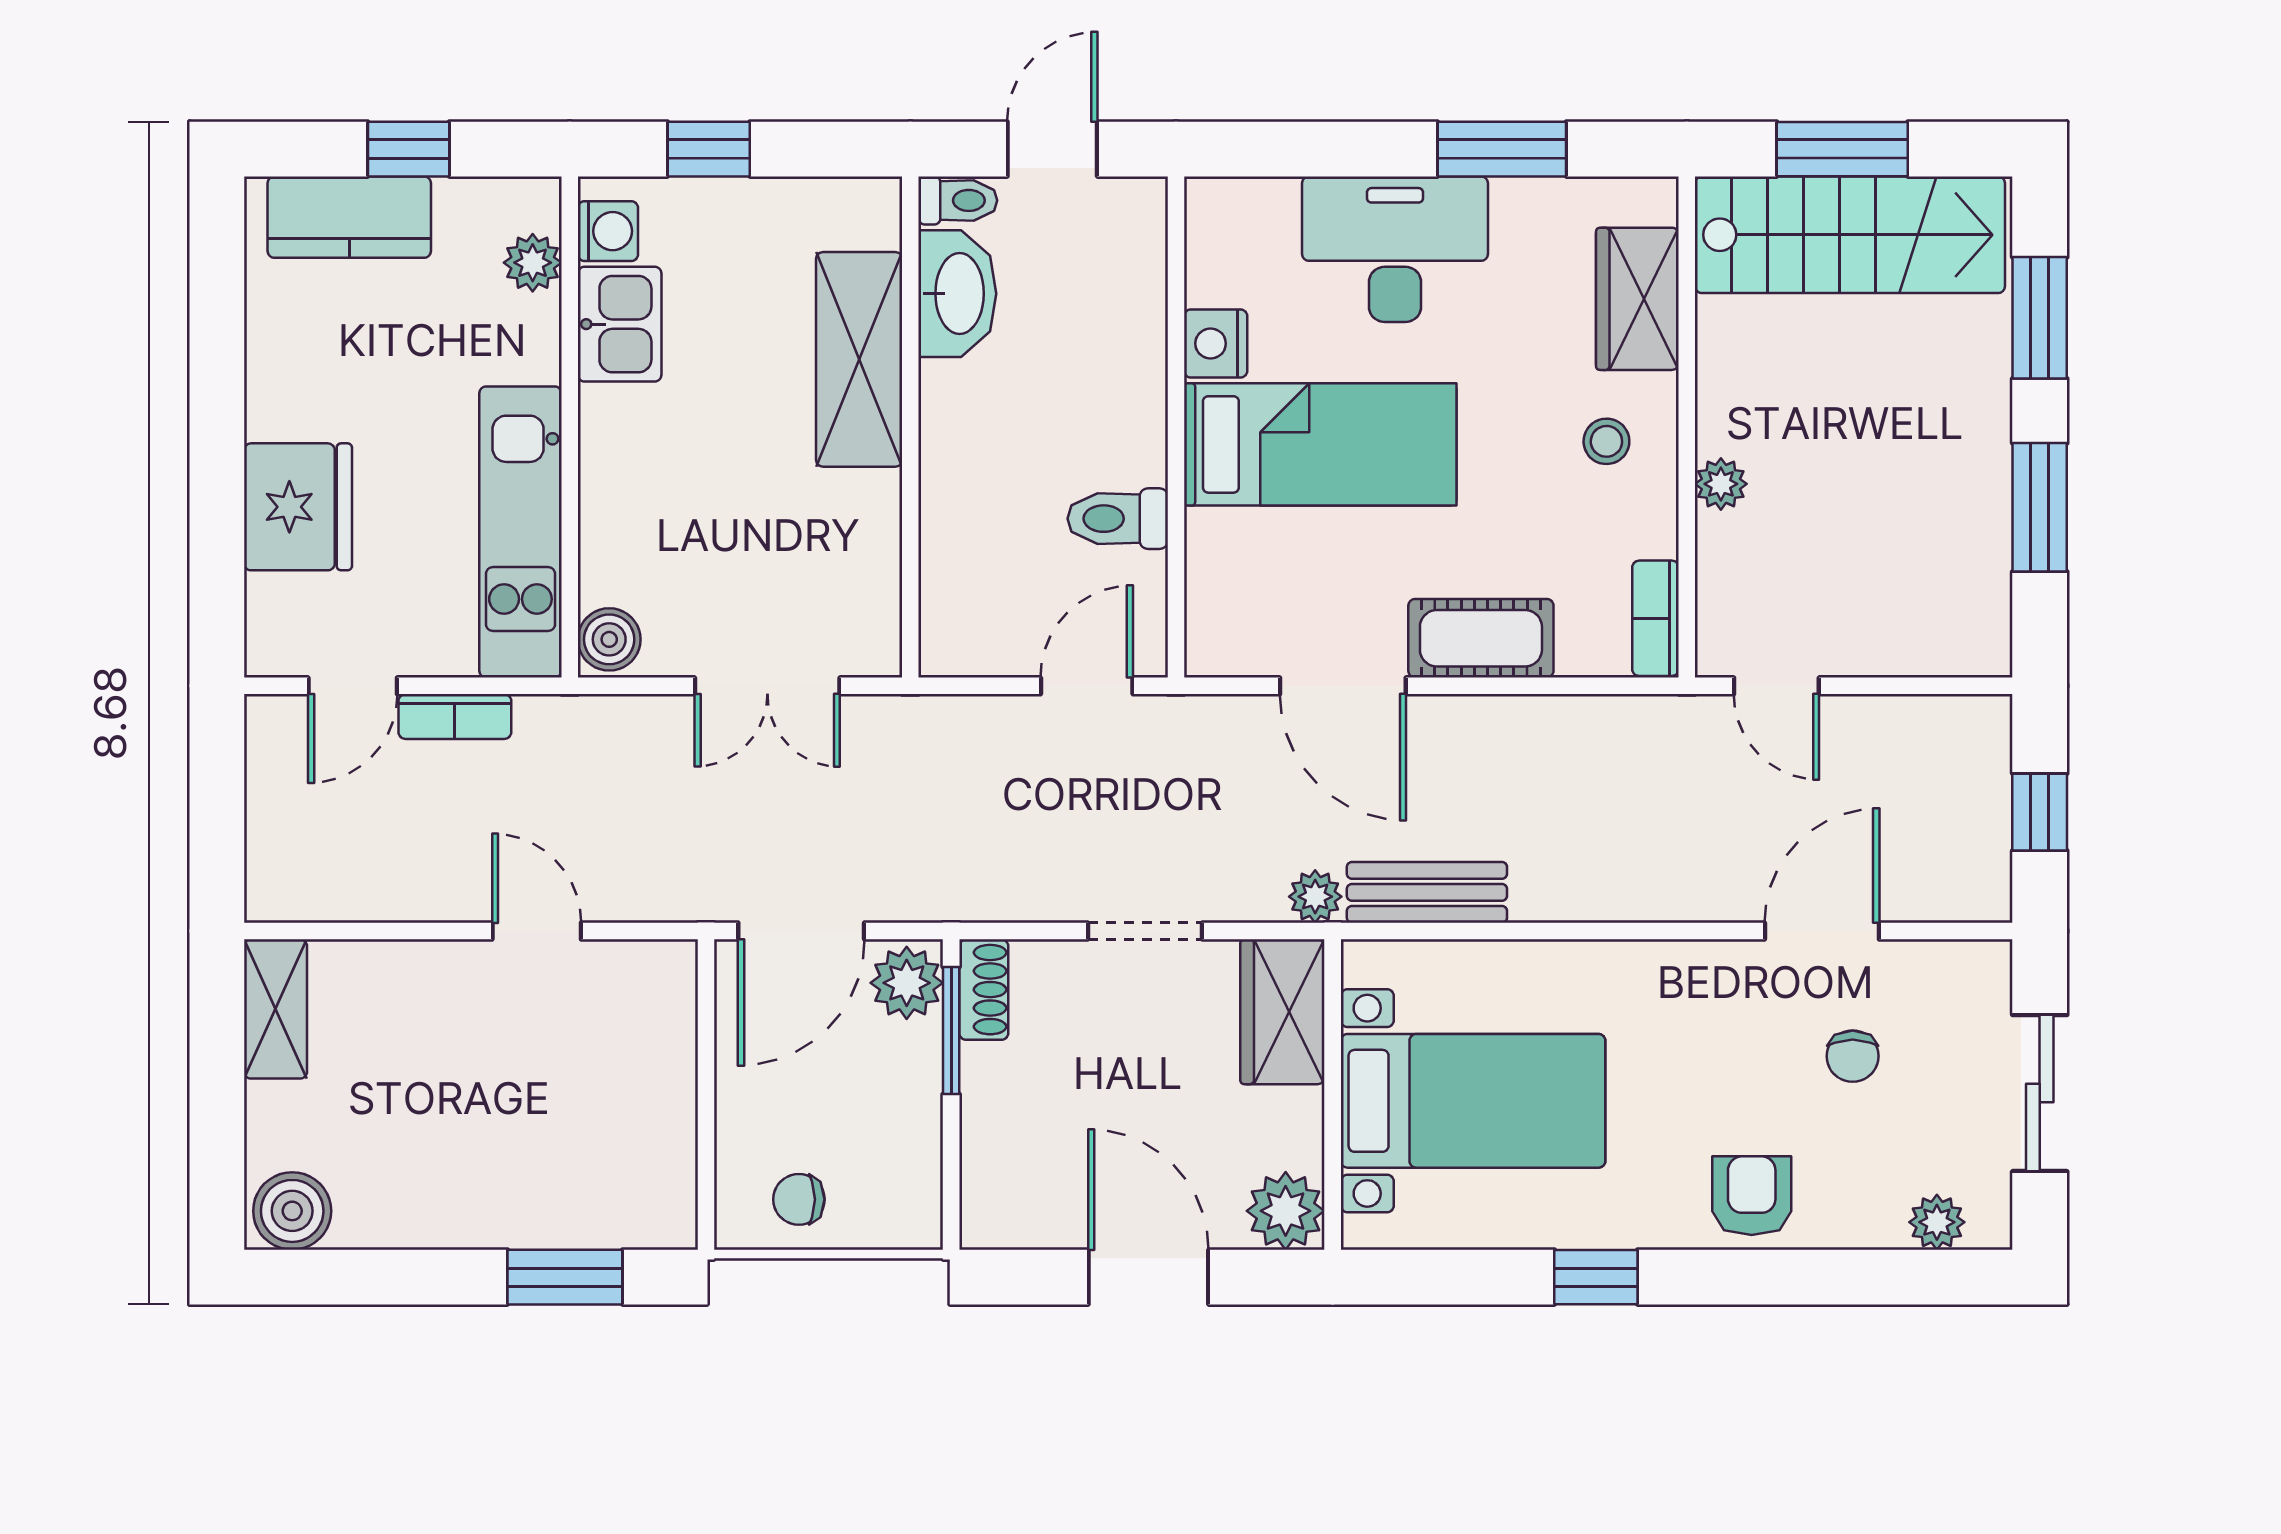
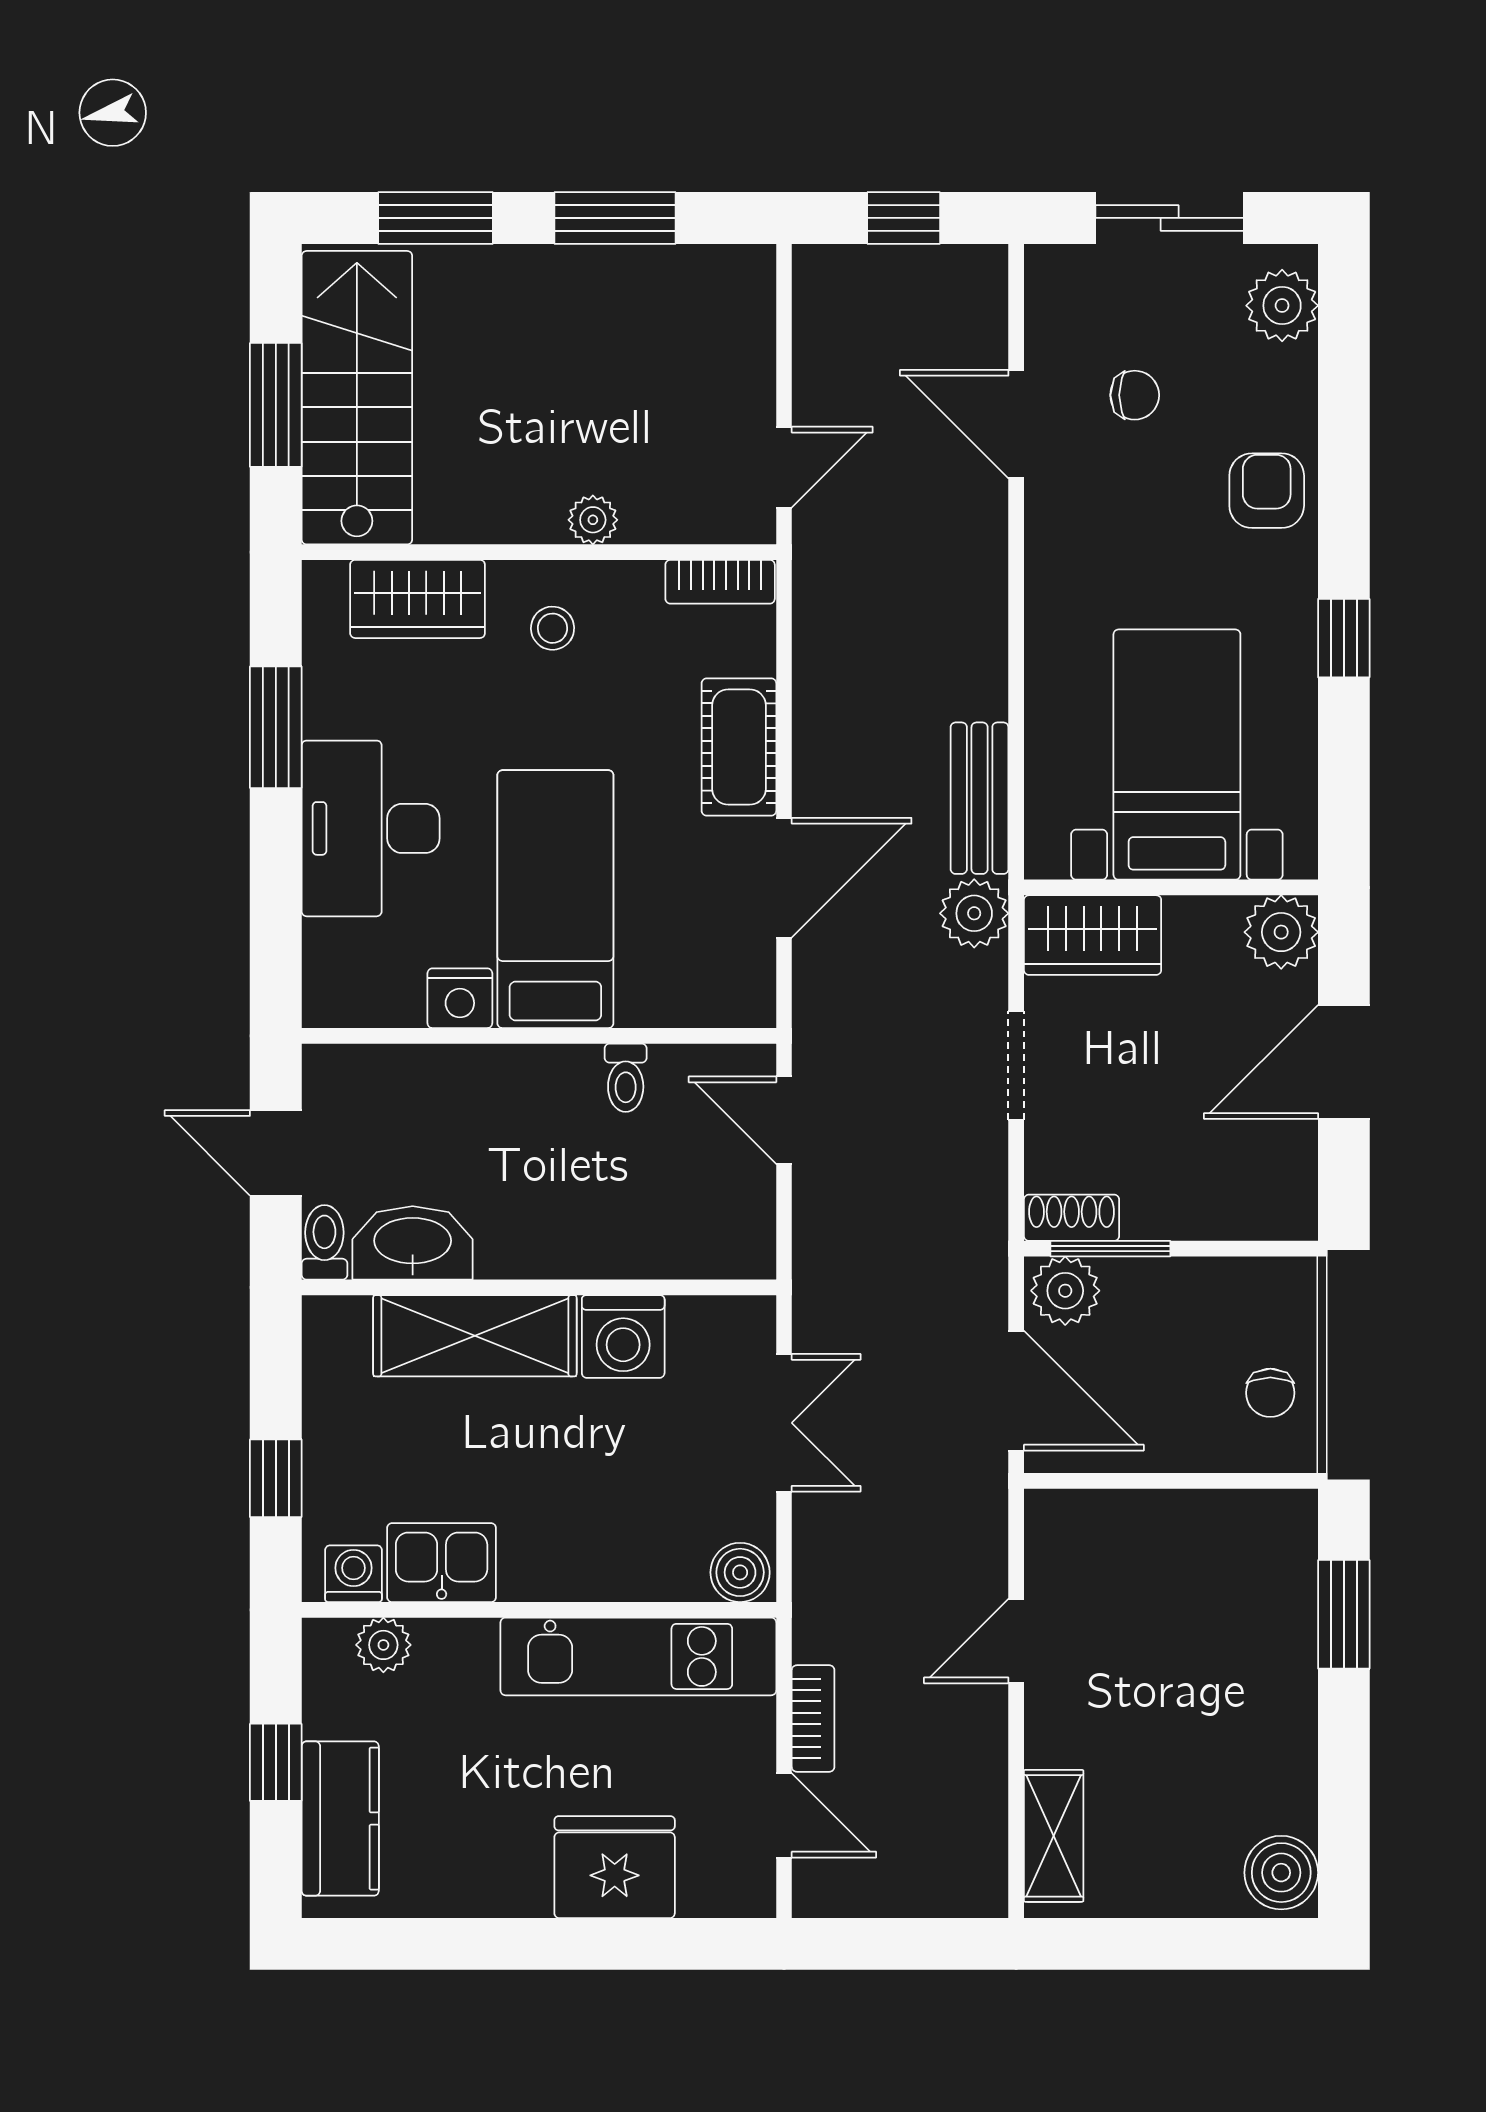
washing machine: (858, 516) -> (623, 1336), added
toilet: (1118, 519) -> (626, 1078), width x0.73, depth x0.72
plant: (1315, 897) -> (974, 913), width x1.38, depth x1.38
shelving: (275, 1009) -> (1054, 1836), moved, turned 90
armchair: (1752, 1196) -> (1267, 491), turned 90
plant: (1937, 1222) -> (1282, 306), width x1.38, depth x1.38

